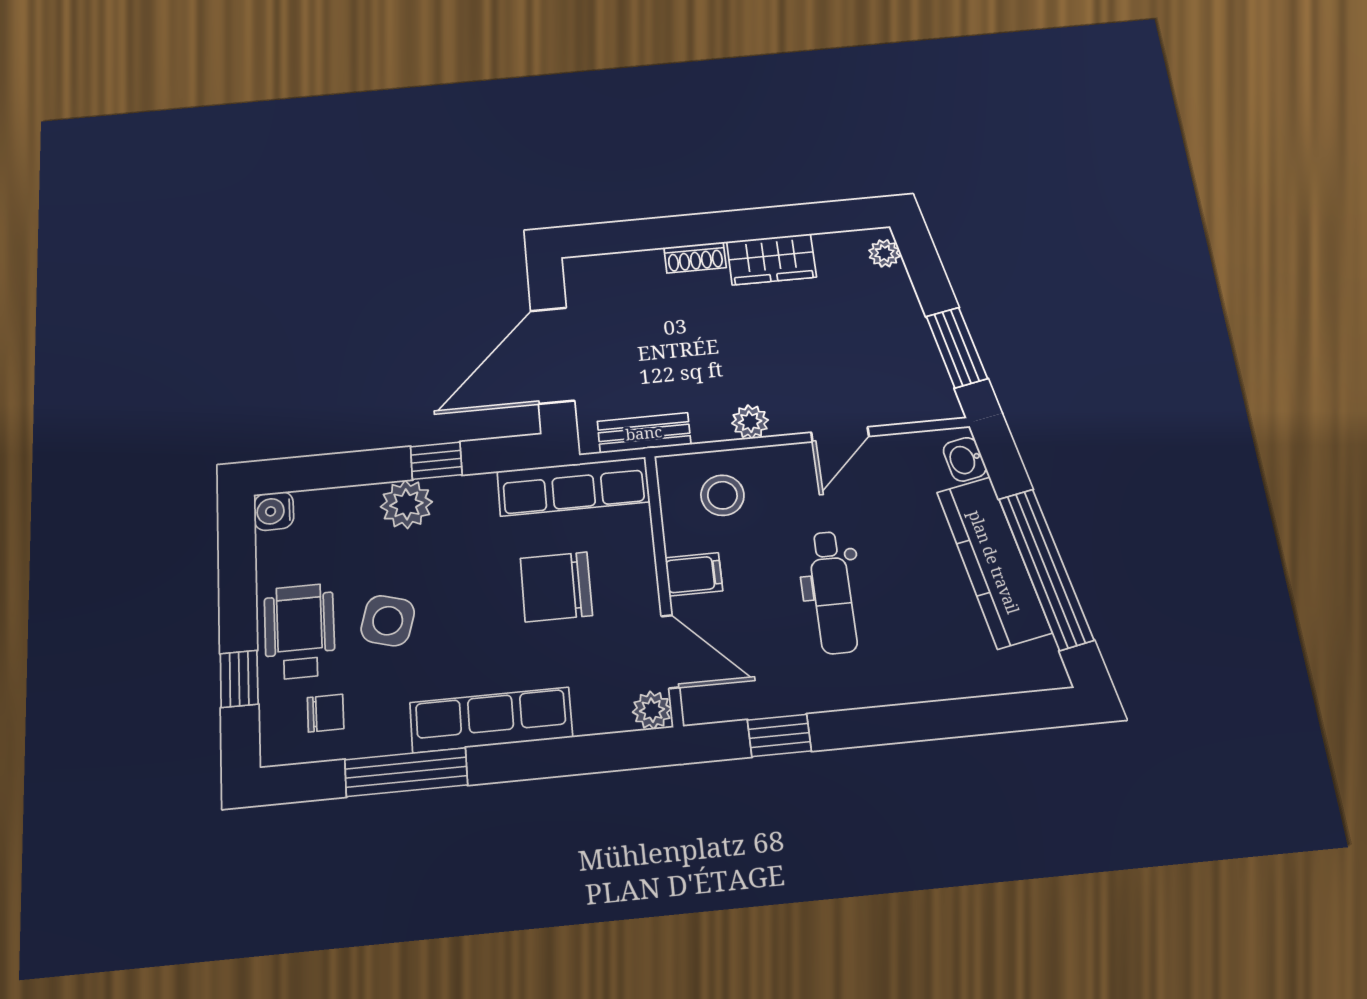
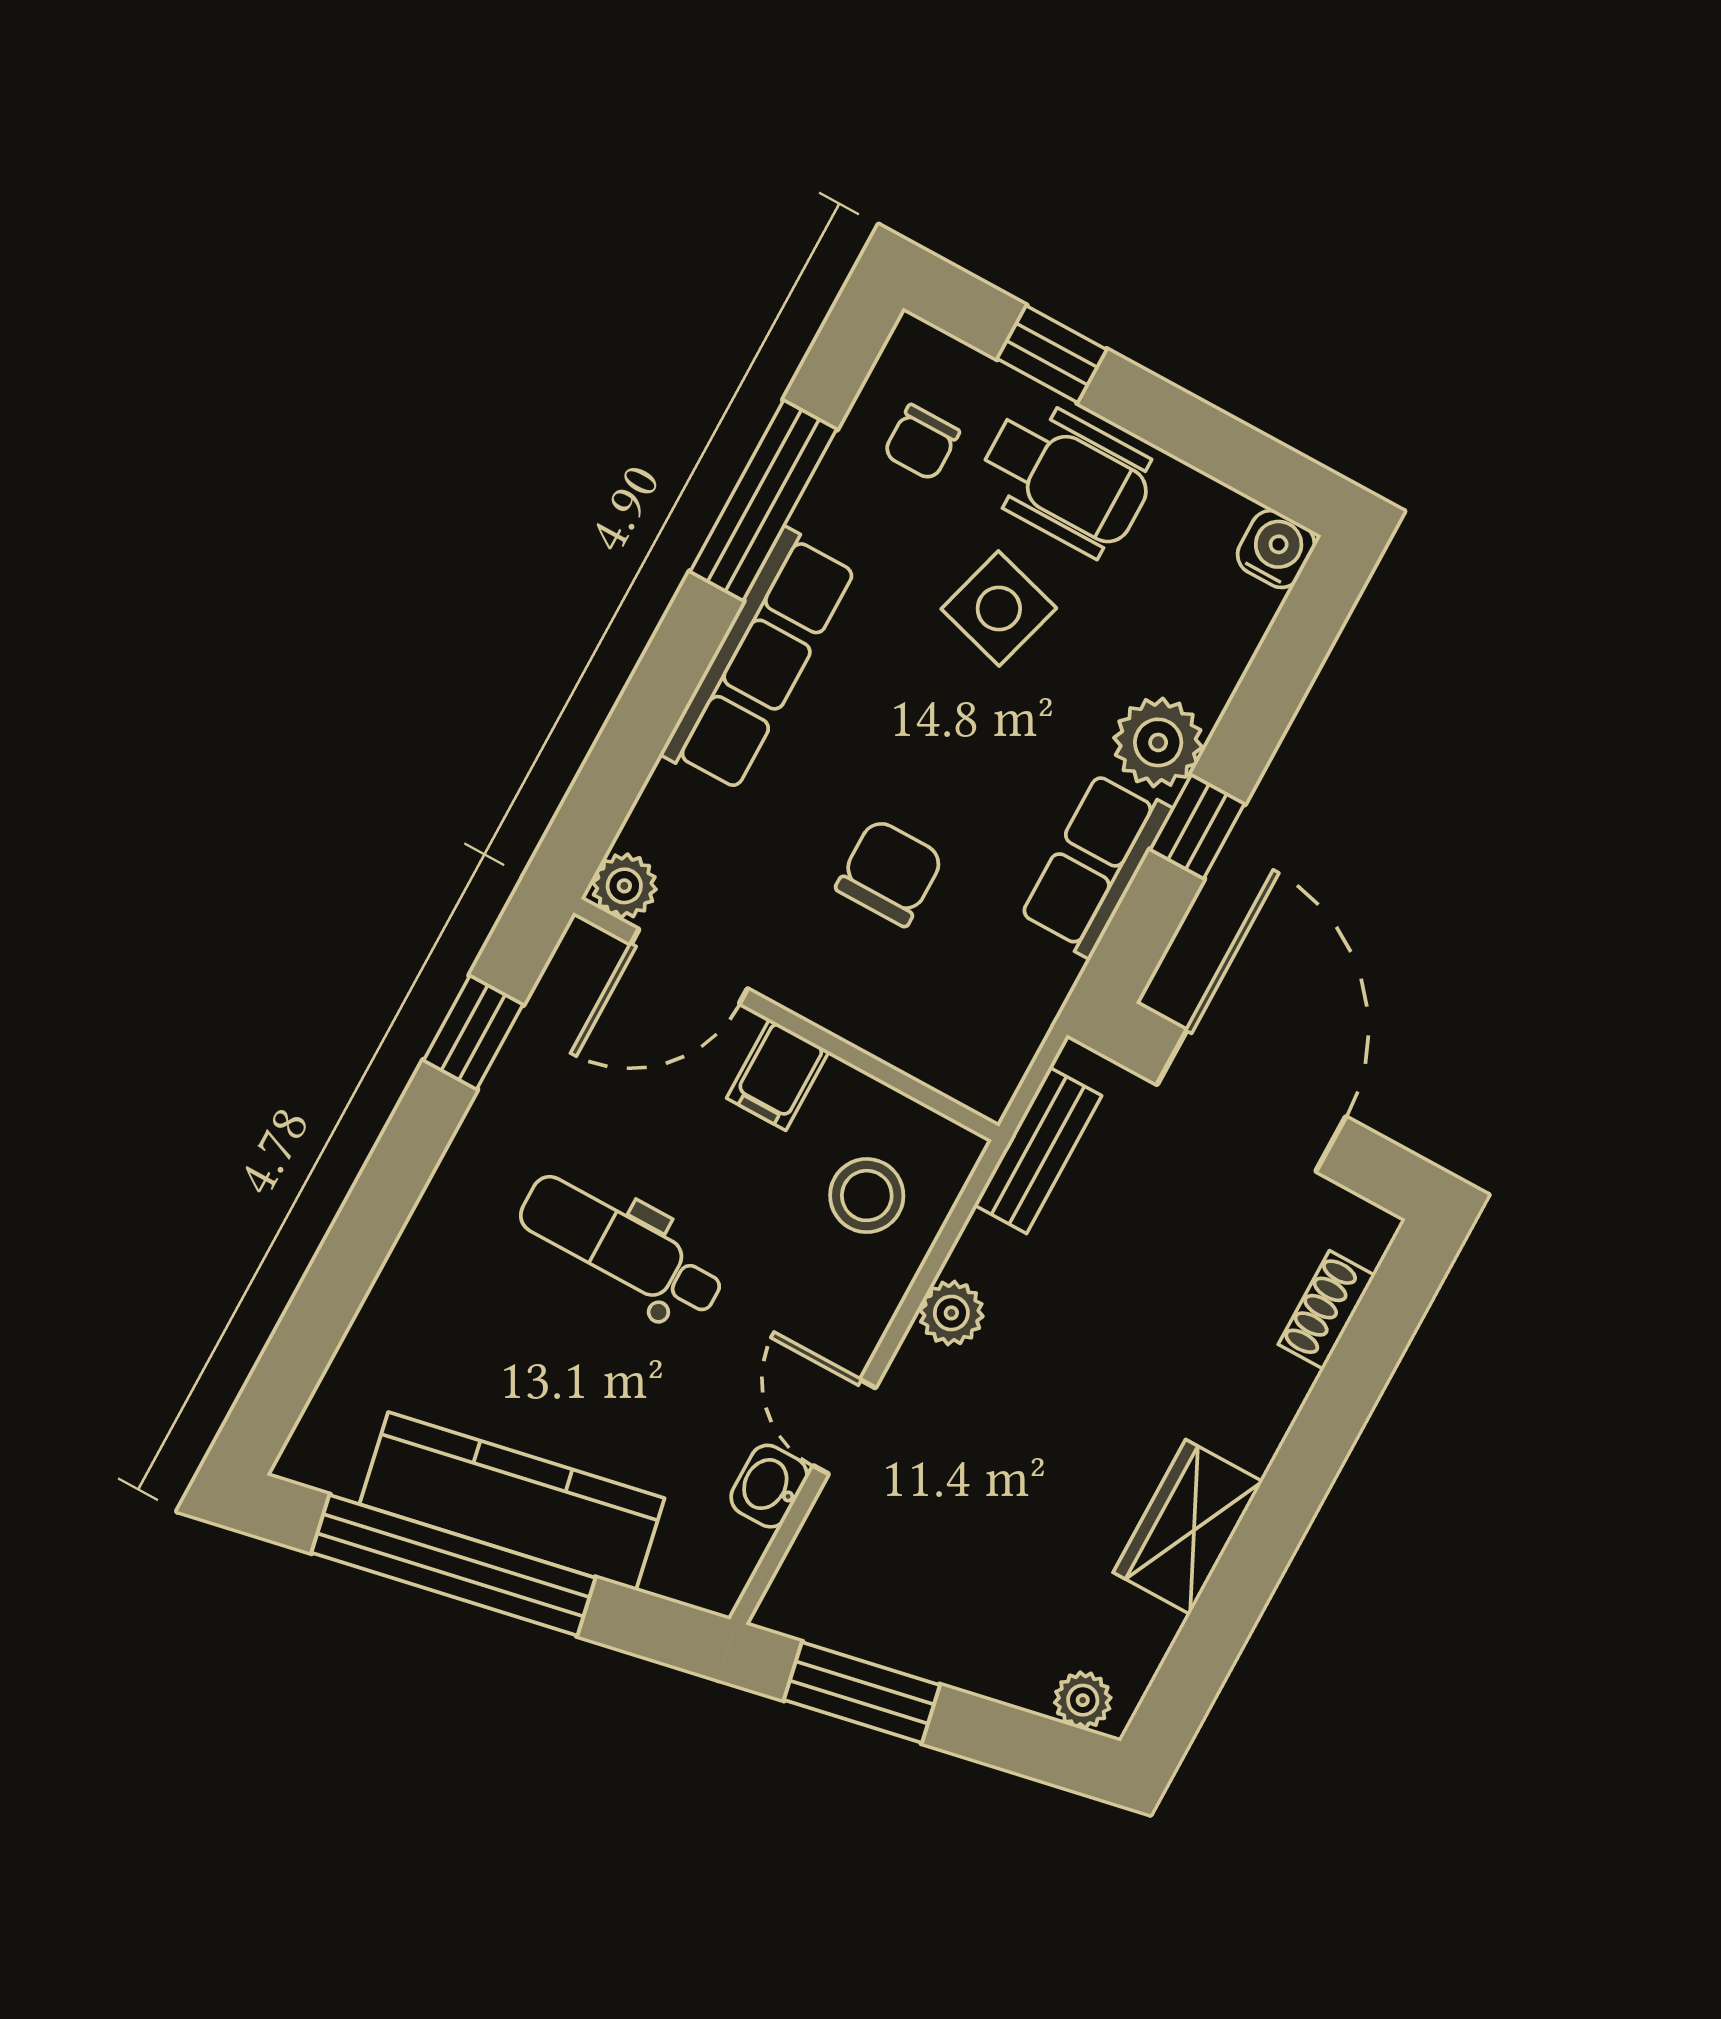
shoe rack: (695, 258) -> (1327, 1310), moved
washbasin: (965, 459) -> (769, 1486), moved, turned -79
row of seats: (573, 487) -> (1095, 864), moved, width x0.68
chair: (556, 587) -> (890, 873), width x0.73, depth x0.73

